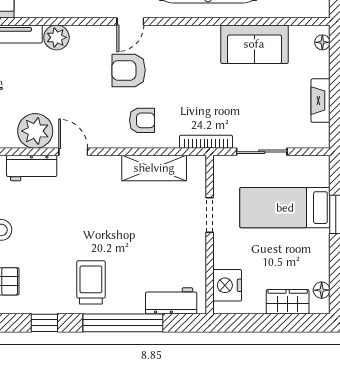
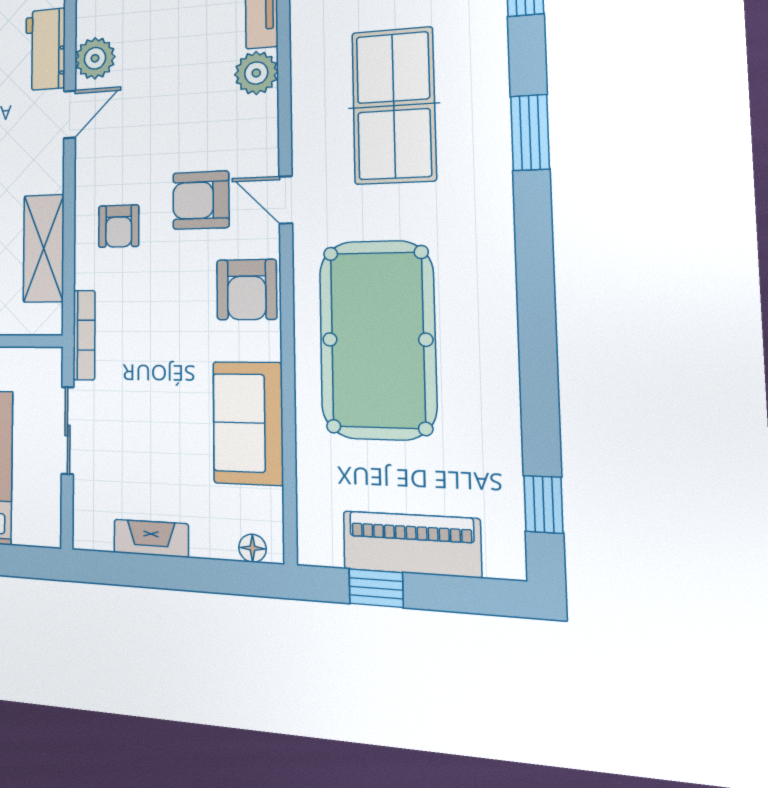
armchair: (180, 44) -> (247, 290), added
armchair: (129, 70) -> (201, 200), turned -90
plant: (35, 131) -> (95, 58), width x0.73, depth x0.73

